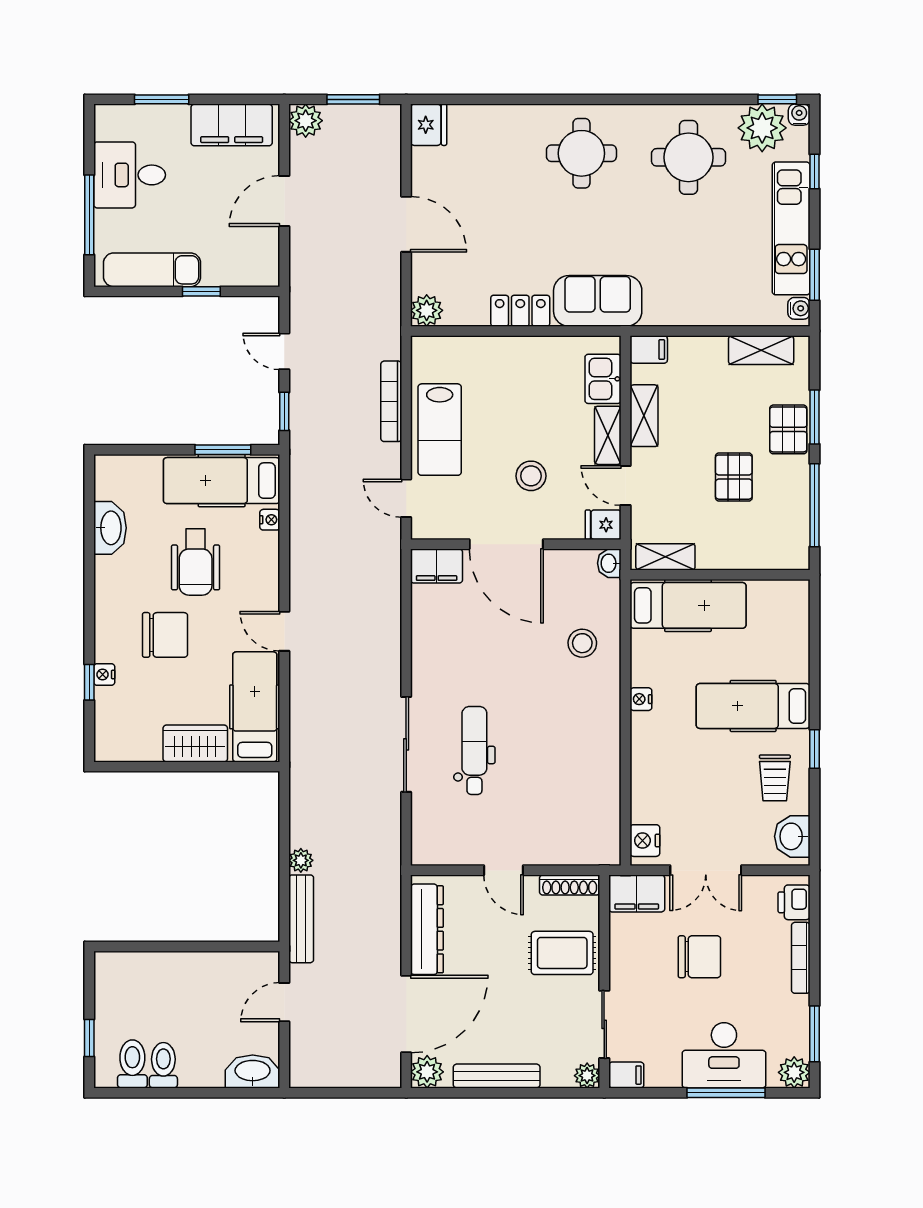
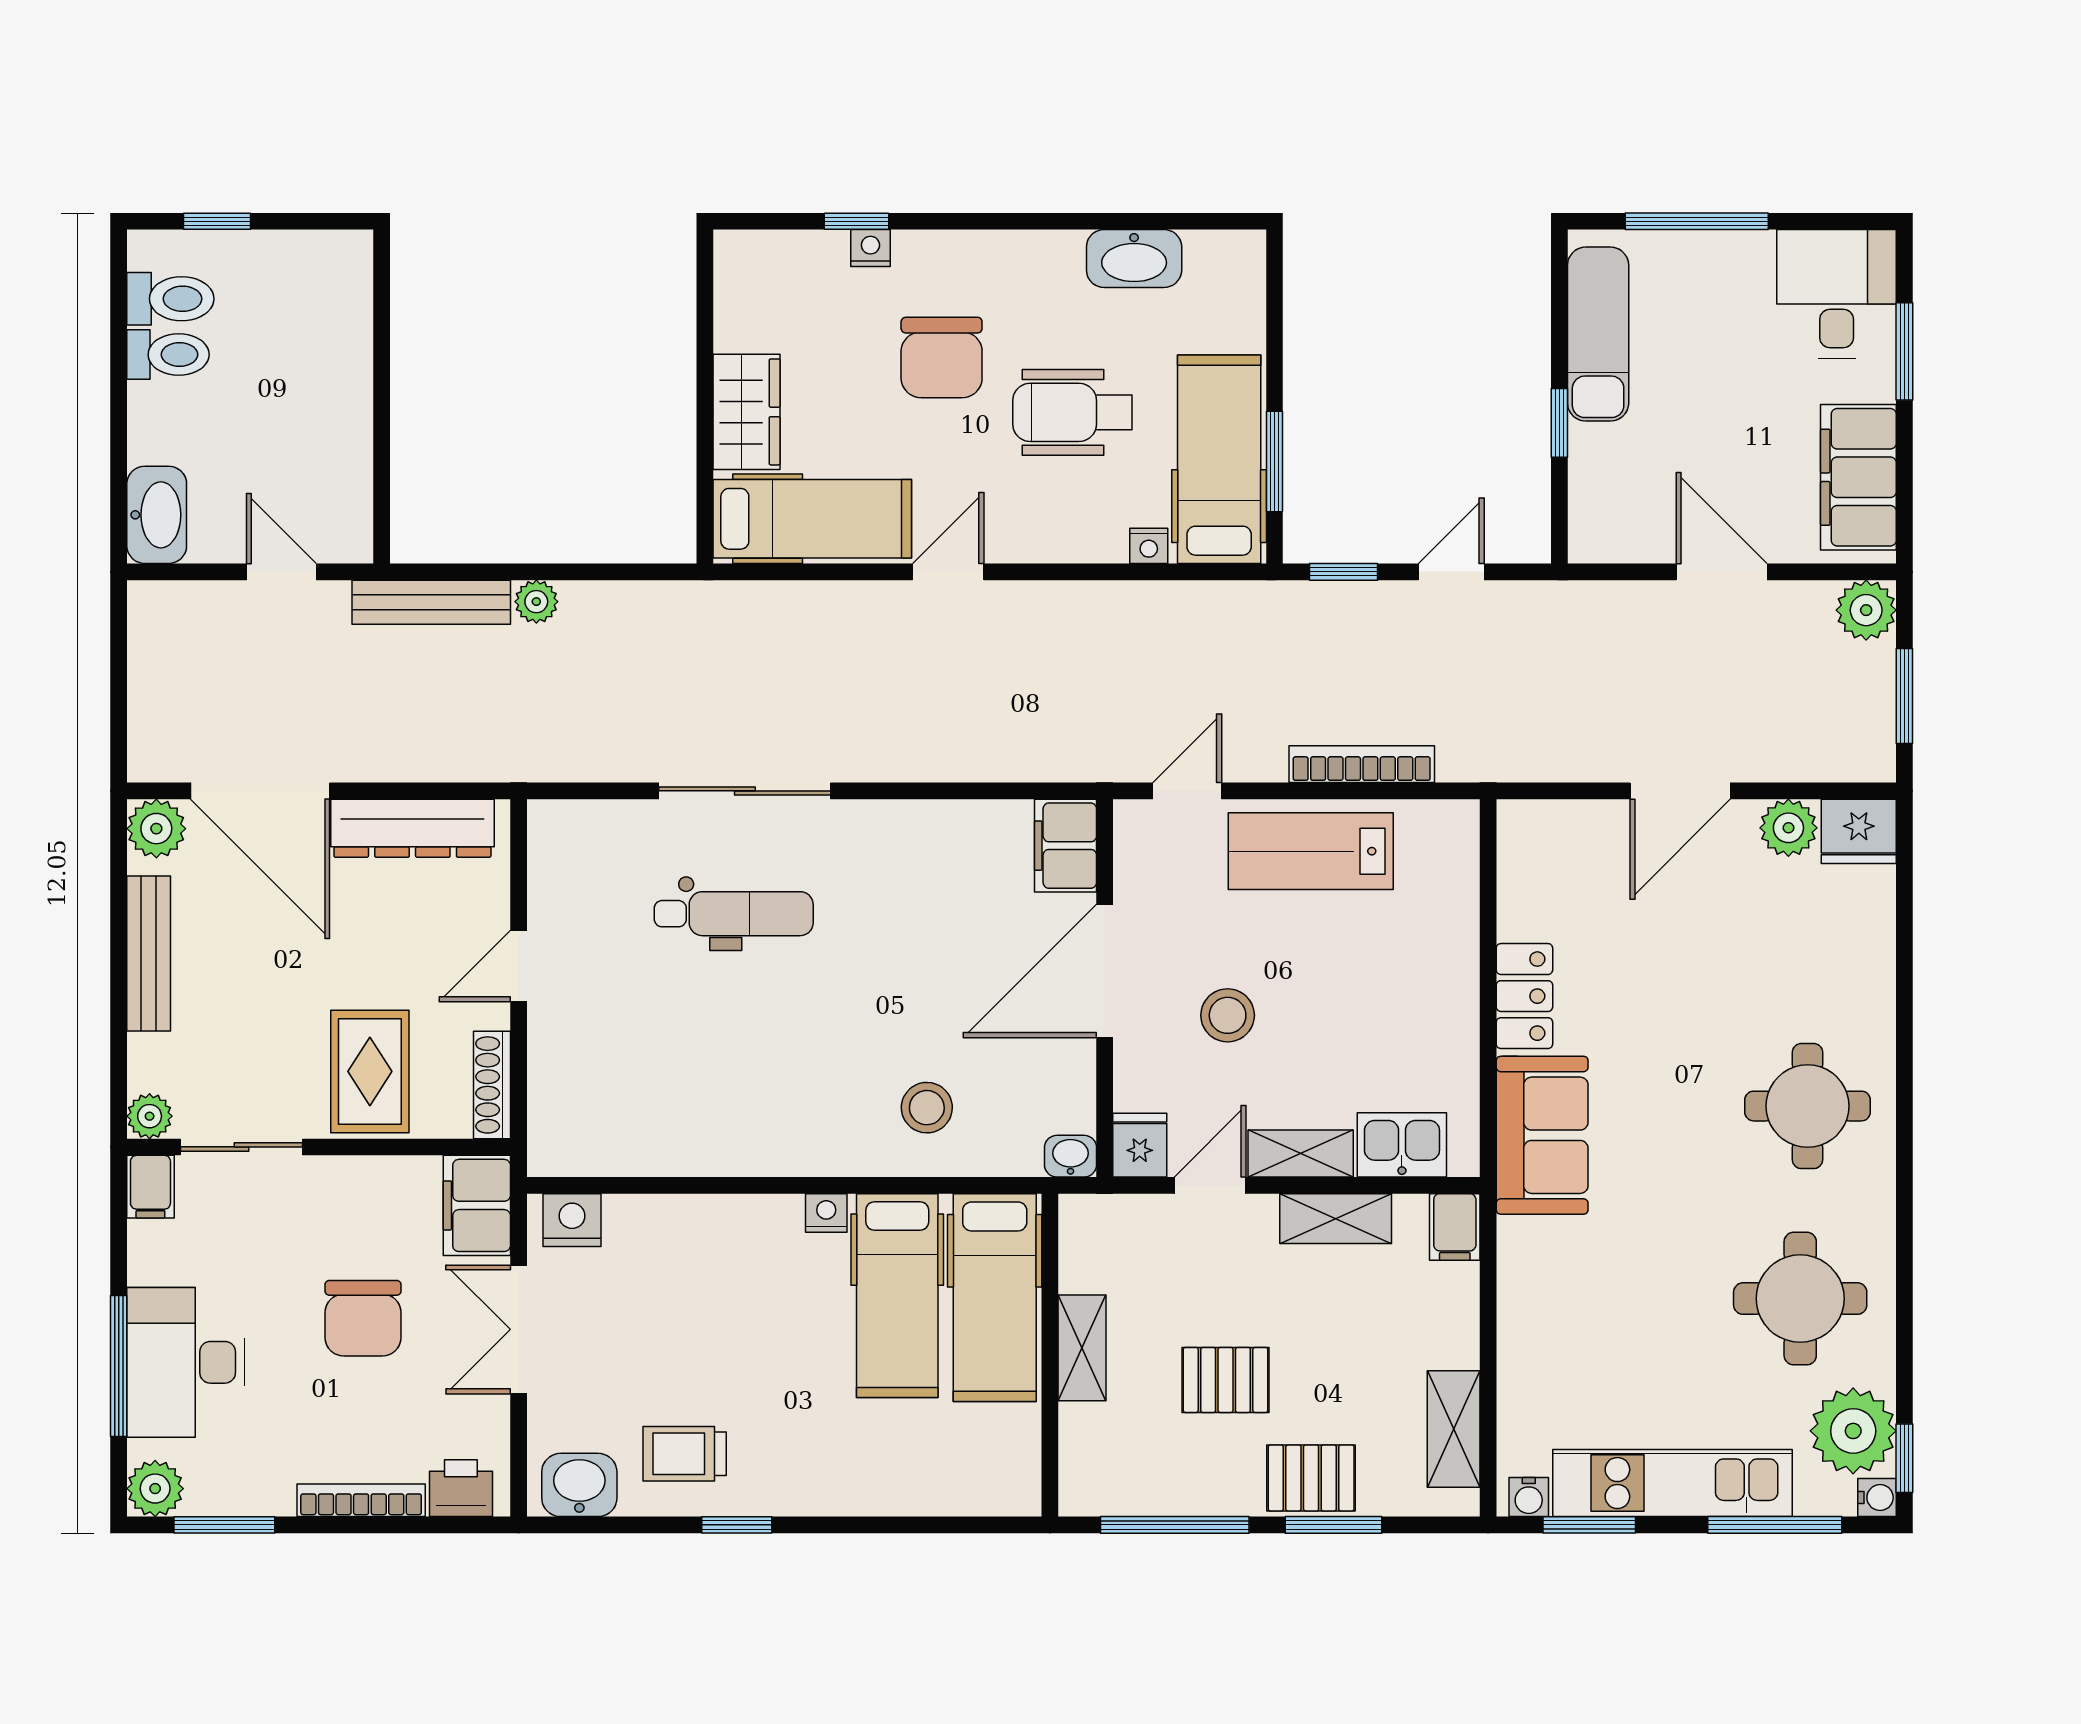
window: (814, 171) -> (1775, 1525), width x2.17
desk: (130, 175) -> (1837, 294), moved
plant: (427, 310) -> (1788, 828), moved
shelving: (665, 557) -> (1082, 1348), moved
hospital bed: (753, 706) -> (897, 1296), moved, turned 180

